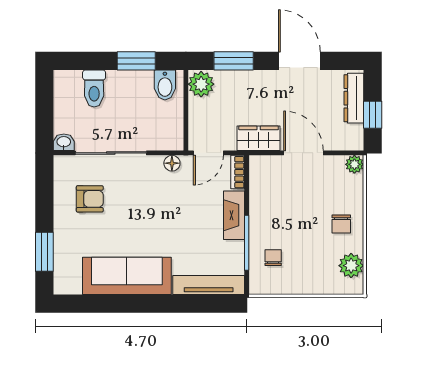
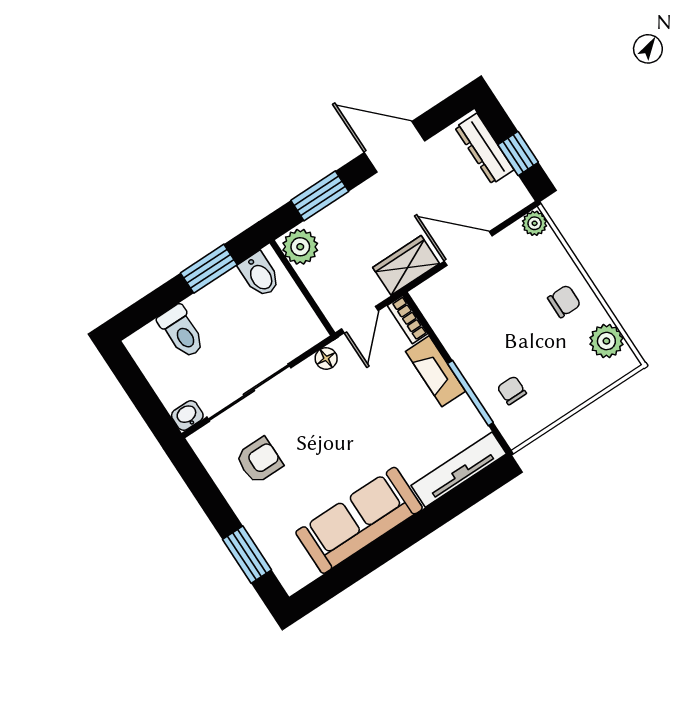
chair: (341, 224) -> (564, 301), turned -90

